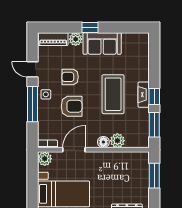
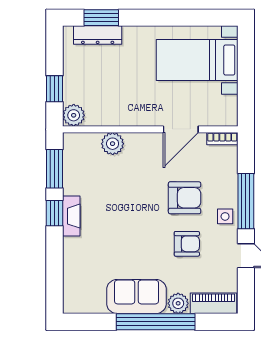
window: (90, 27) -> (156, 322), width x3.17
coffee table: (113, 94) -> (119, 217), removed
armchair: (72, 106) -> (185, 198), turned 180
floor lamp: (103, 142) -> (135, 141), removed
plant: (45, 159) -> (74, 115), moved
window: (154, 176) -> (55, 89), width x0.67

